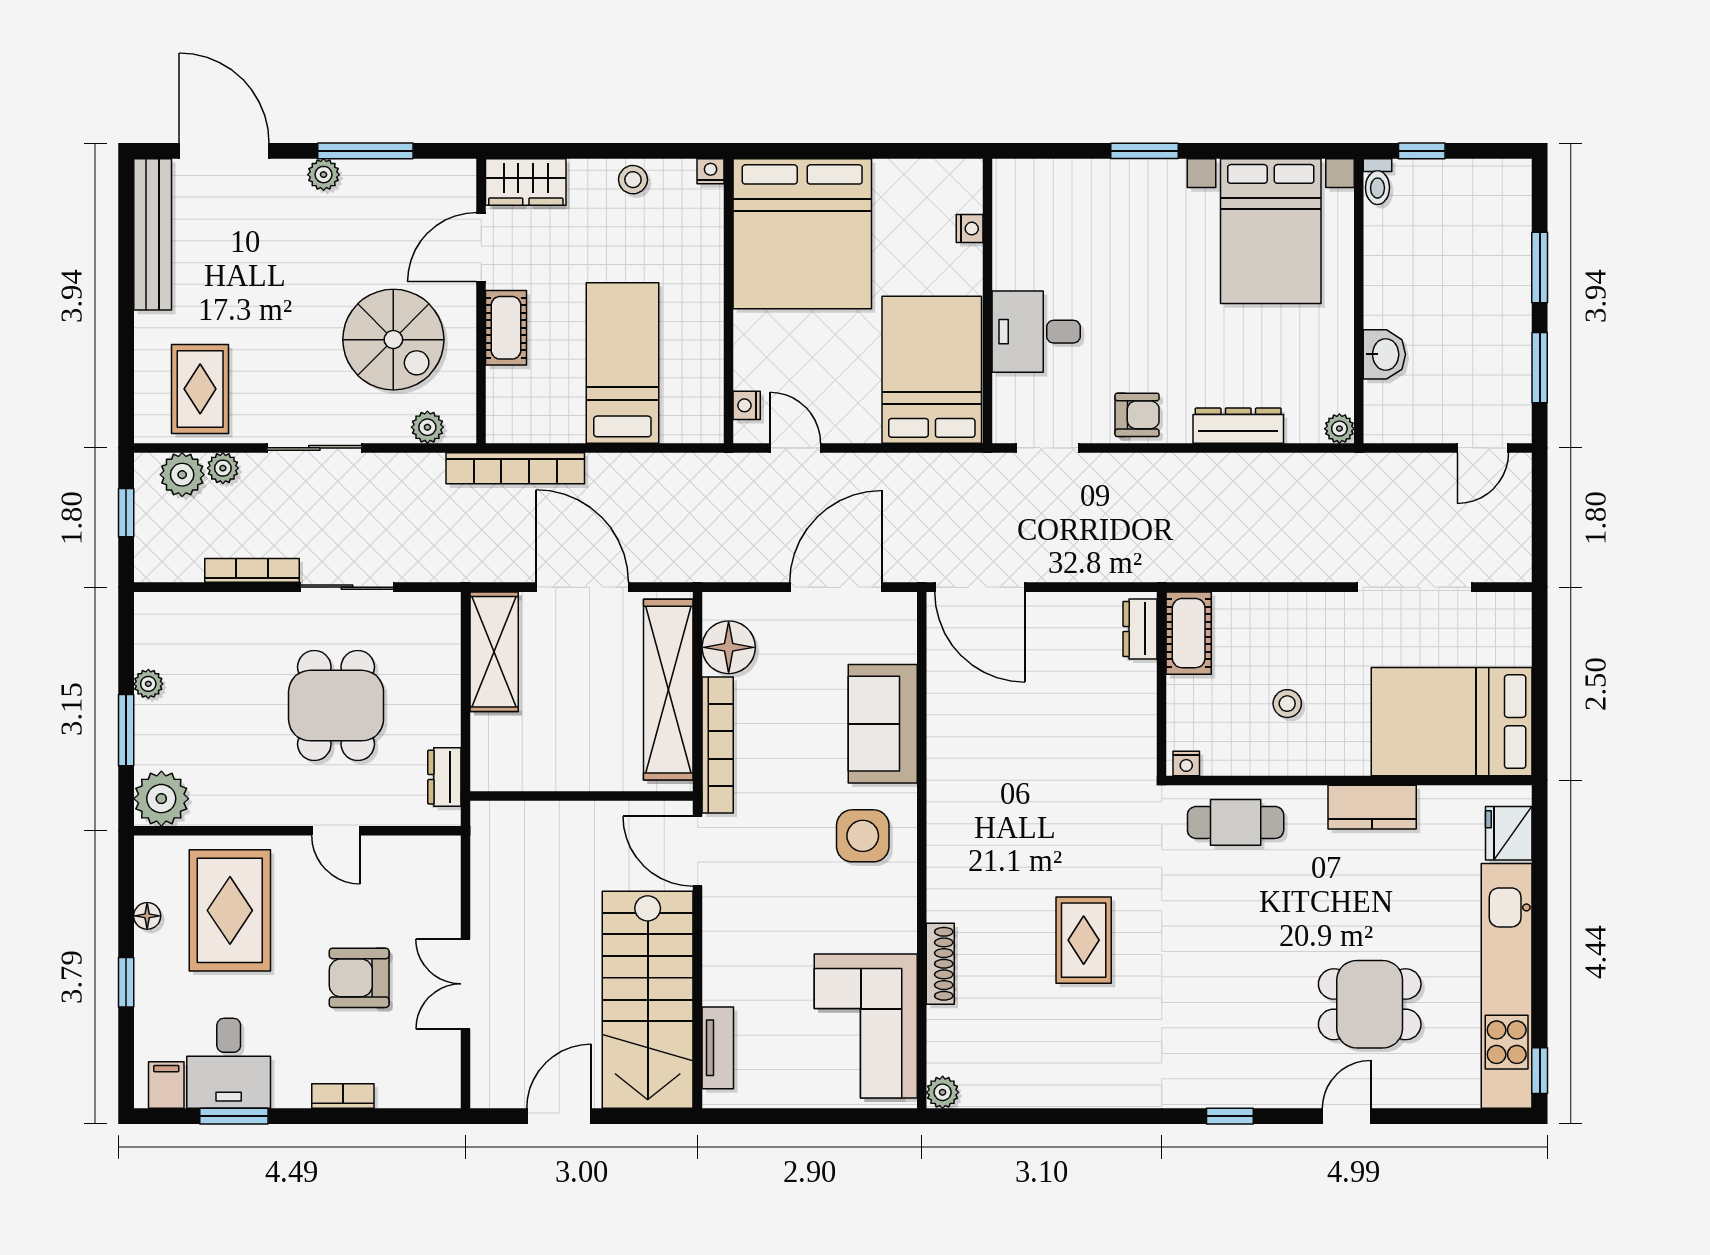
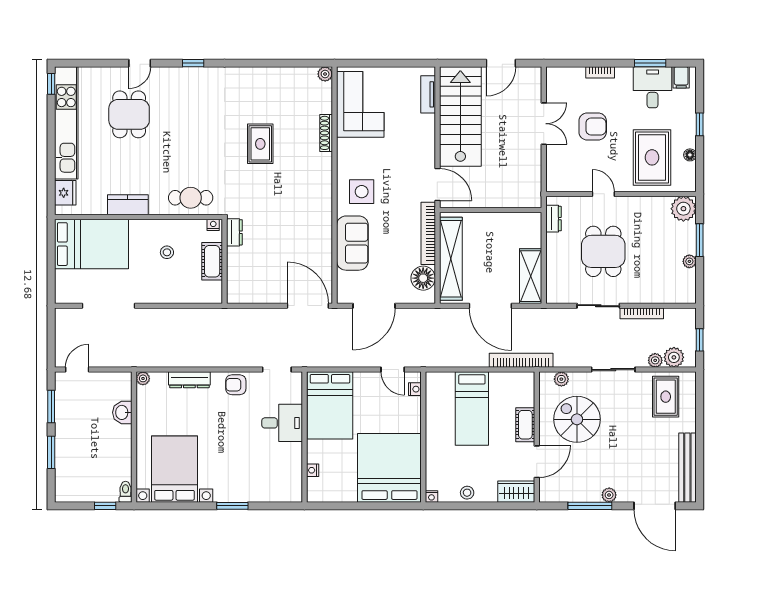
dresser: (1140, 629) -> (234, 232), moved
cot: (1189, 633) -> (212, 261), moved
dining table: (1370, 1004) -> (129, 114), turned 90

